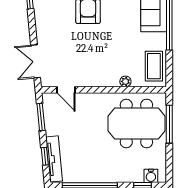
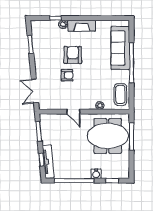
armchair: (80, 40) -> (67, 75), added
door: (66, 90) -> (73, 112), moved
water cooler: (151, 176) -> (96, 174), moved

